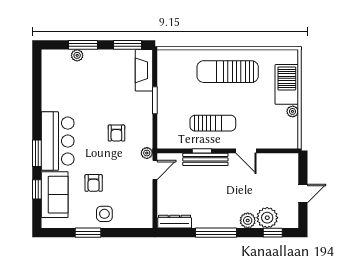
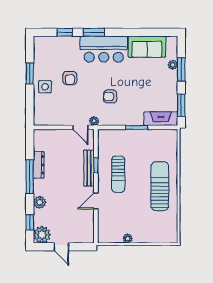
barbecue: (287, 84) -> (149, 234), removed
armchair: (94, 183) -> (70, 78), turned -90
sofa: (55, 195) -> (147, 47), moved
plant: (267, 218) -> (42, 235), moved
dresser: (175, 222) -> (39, 165), moved

